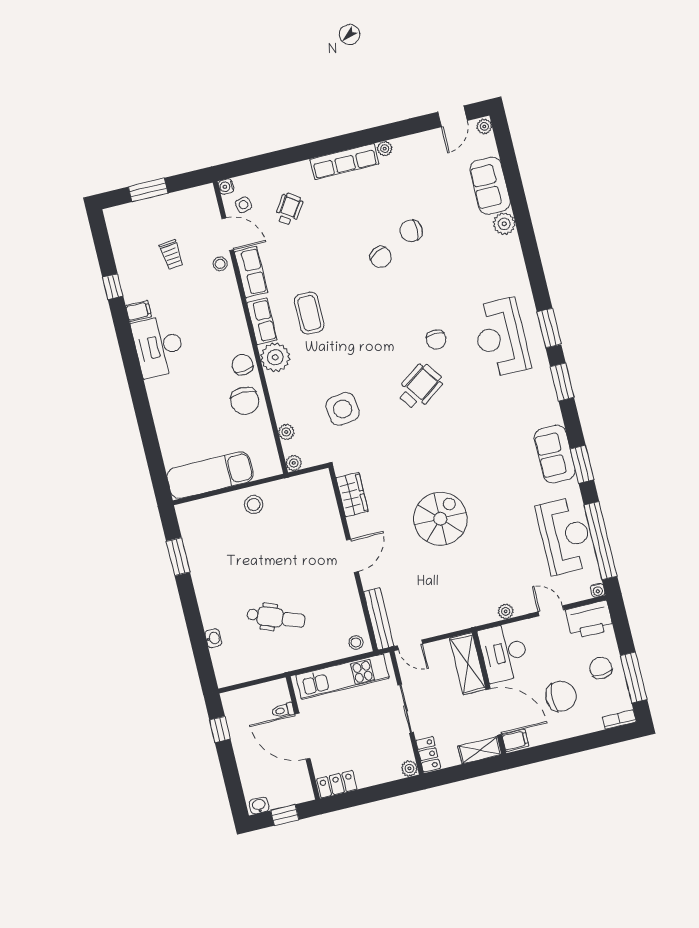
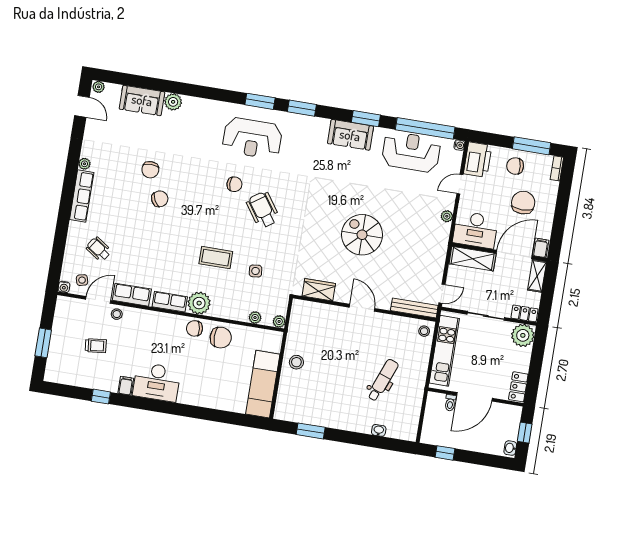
coffee table: (309, 313) -> (216, 258), moved
side table: (343, 409) -> (256, 271), width x0.54, depth x0.54
plant: (409, 769) -> (523, 335), width x1.88, depth x1.88

